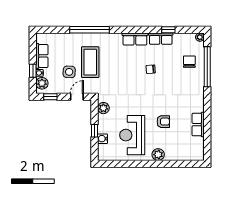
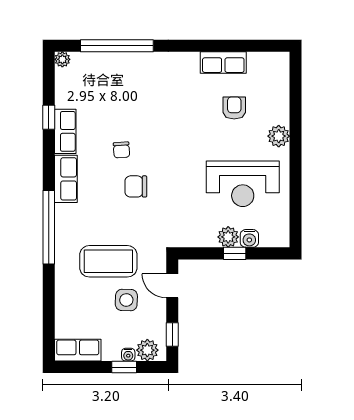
window: (89, 30) -> (49, 227), moved
row of seats: (42, 56) -> (78, 350), moved
chair: (189, 62) -> (136, 186), moved
plant: (103, 108) -> (228, 237), moved
armchair: (163, 122) -> (234, 108), moved

